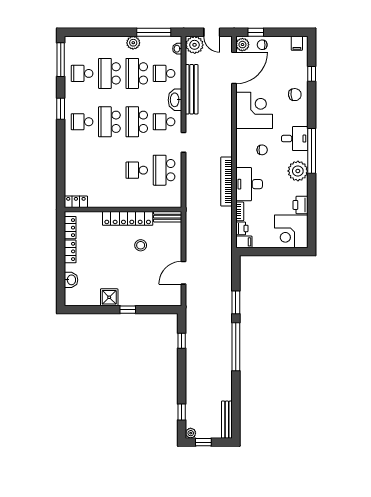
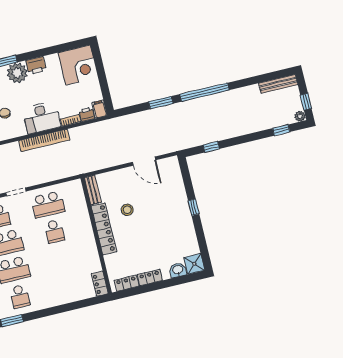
printer: (301, 205) -> (36, 65), moved
shower: (109, 297) -> (194, 264), moved

